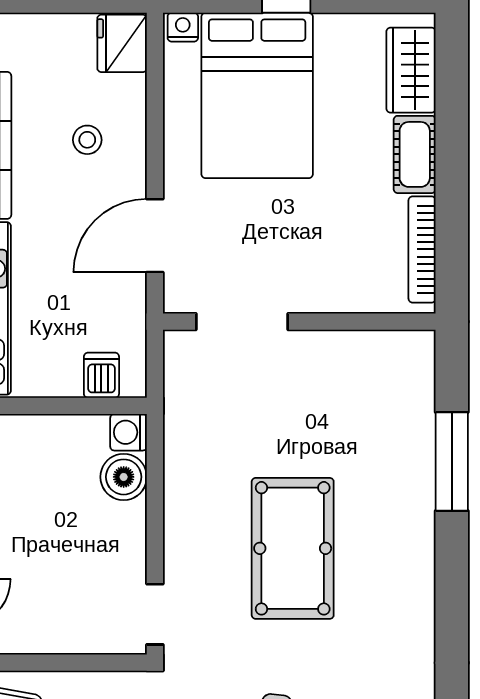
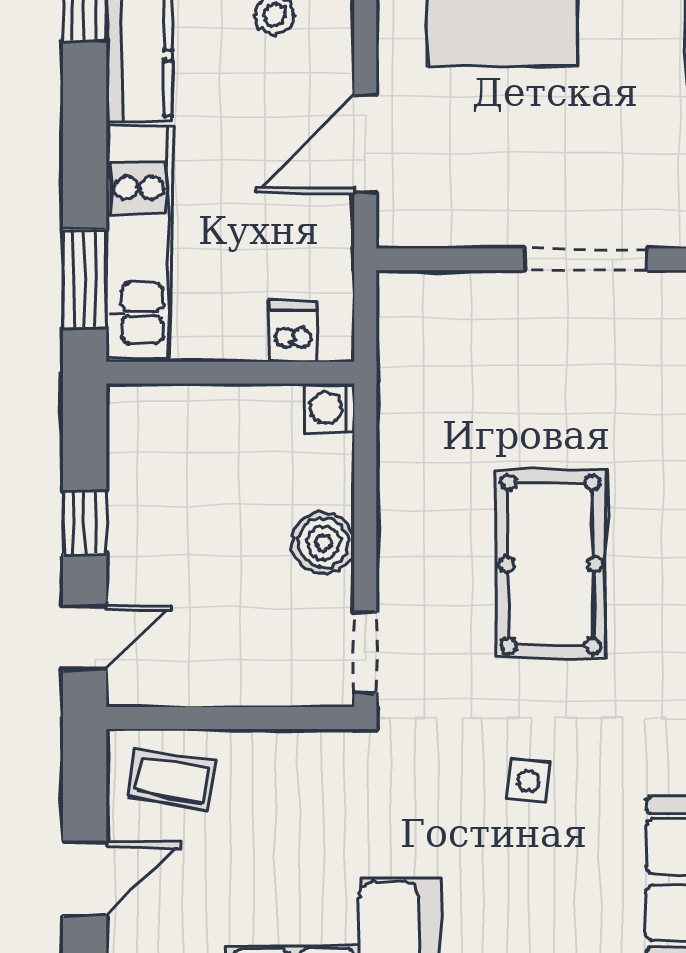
doorway: (242, 322) -> (585, 259), moved
boiler: (124, 477) -> (323, 543), moved

